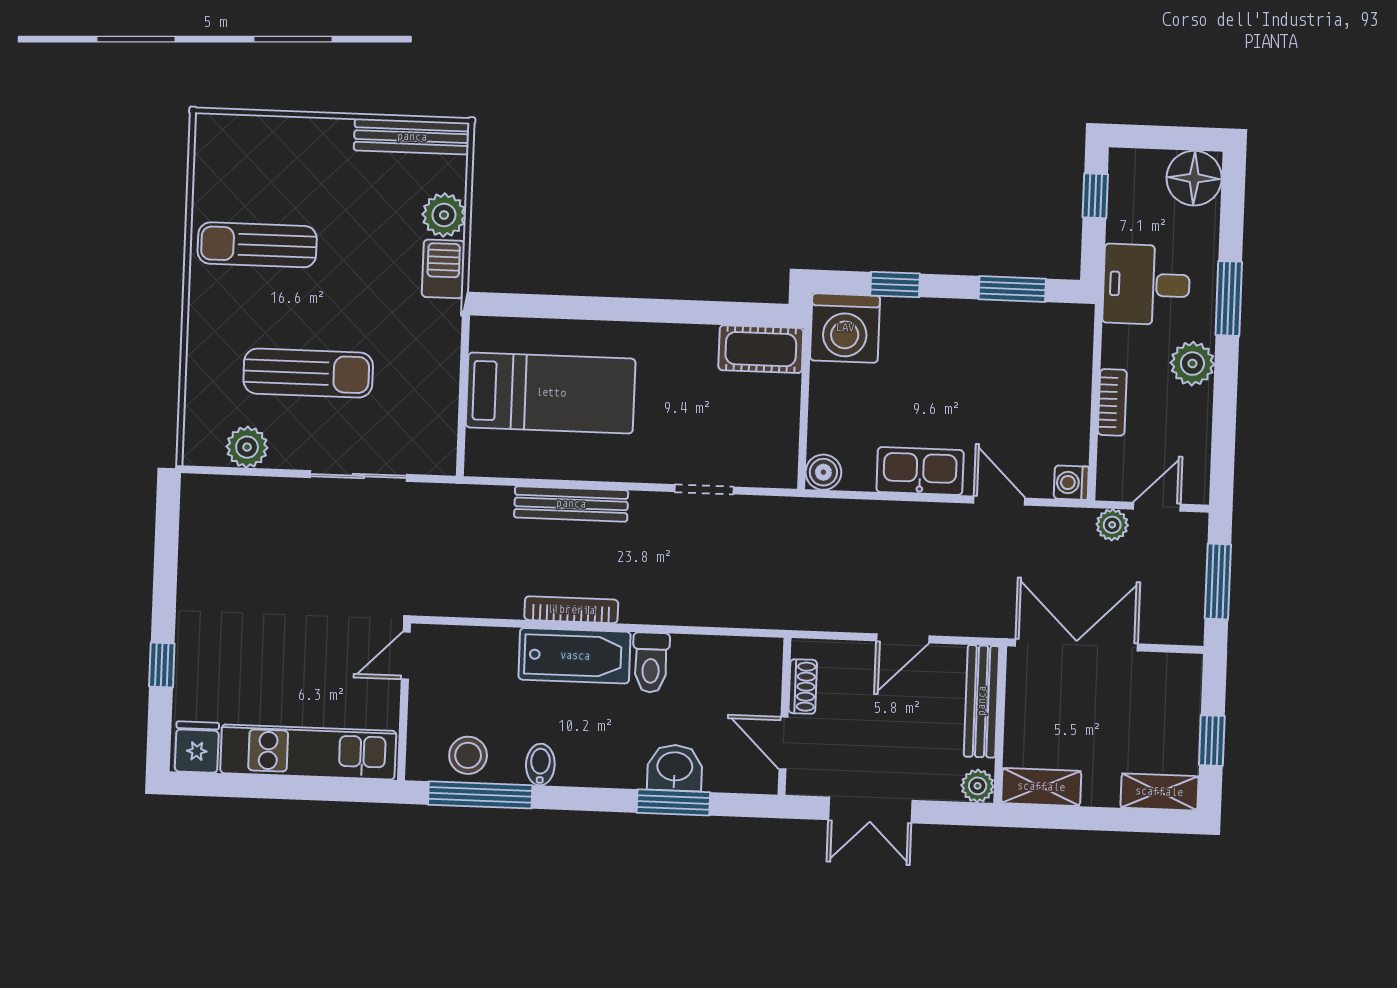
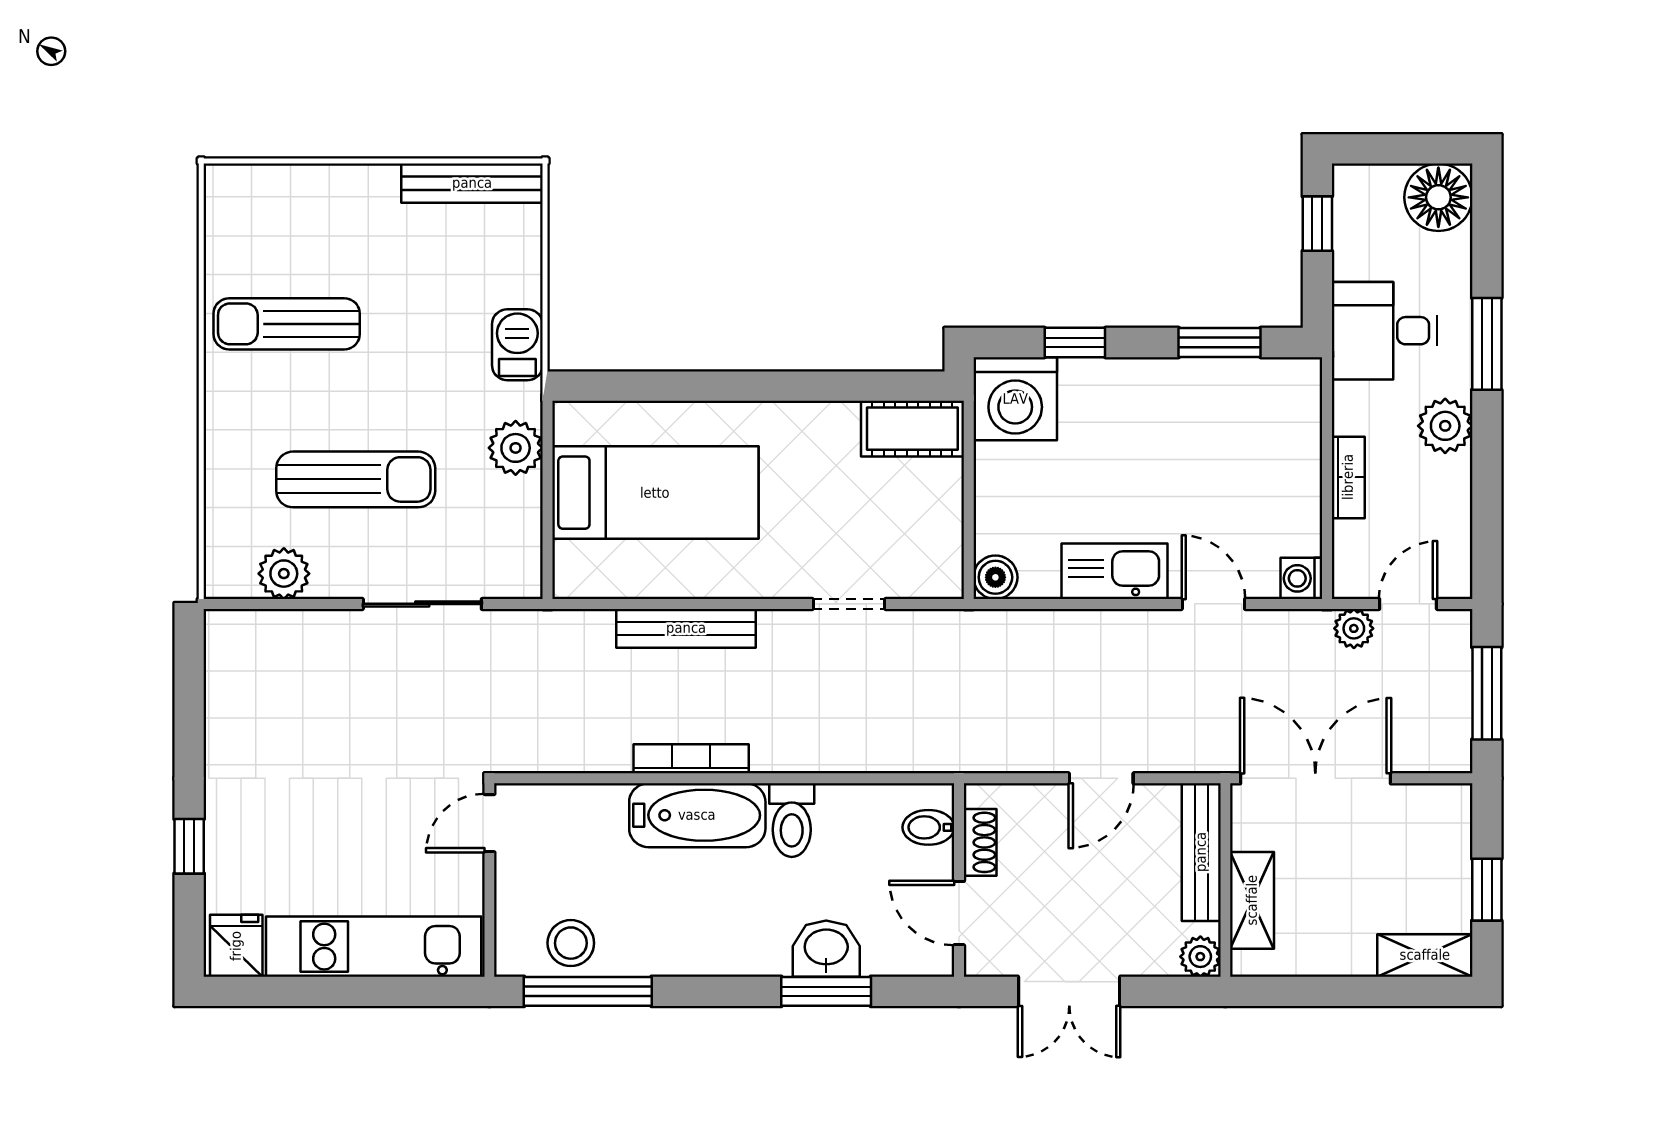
plant: (444, 215) -> (516, 448), moved
bidet: (540, 765) -> (928, 827), moved, turned -90
shelving: (1041, 787) -> (1252, 900), moved, turned 90

